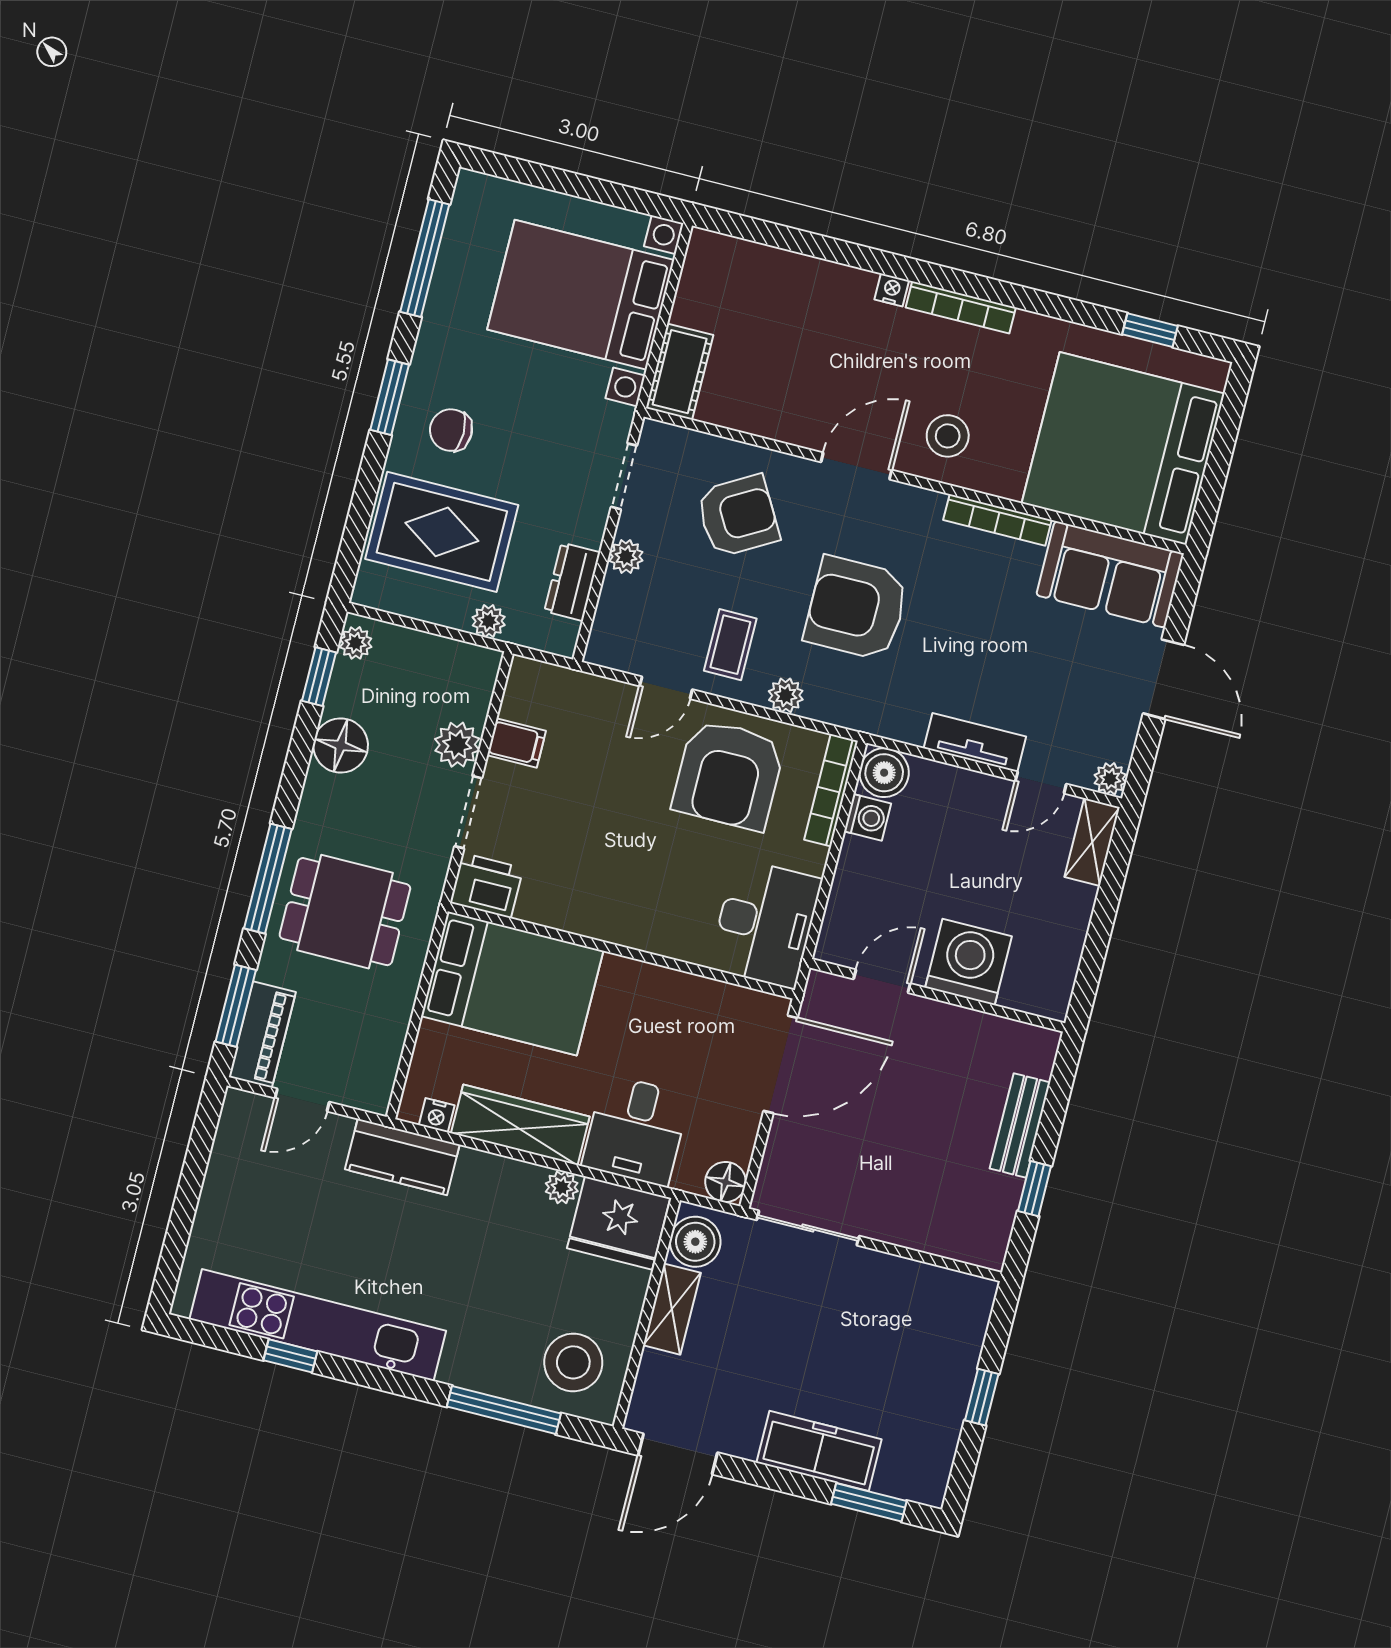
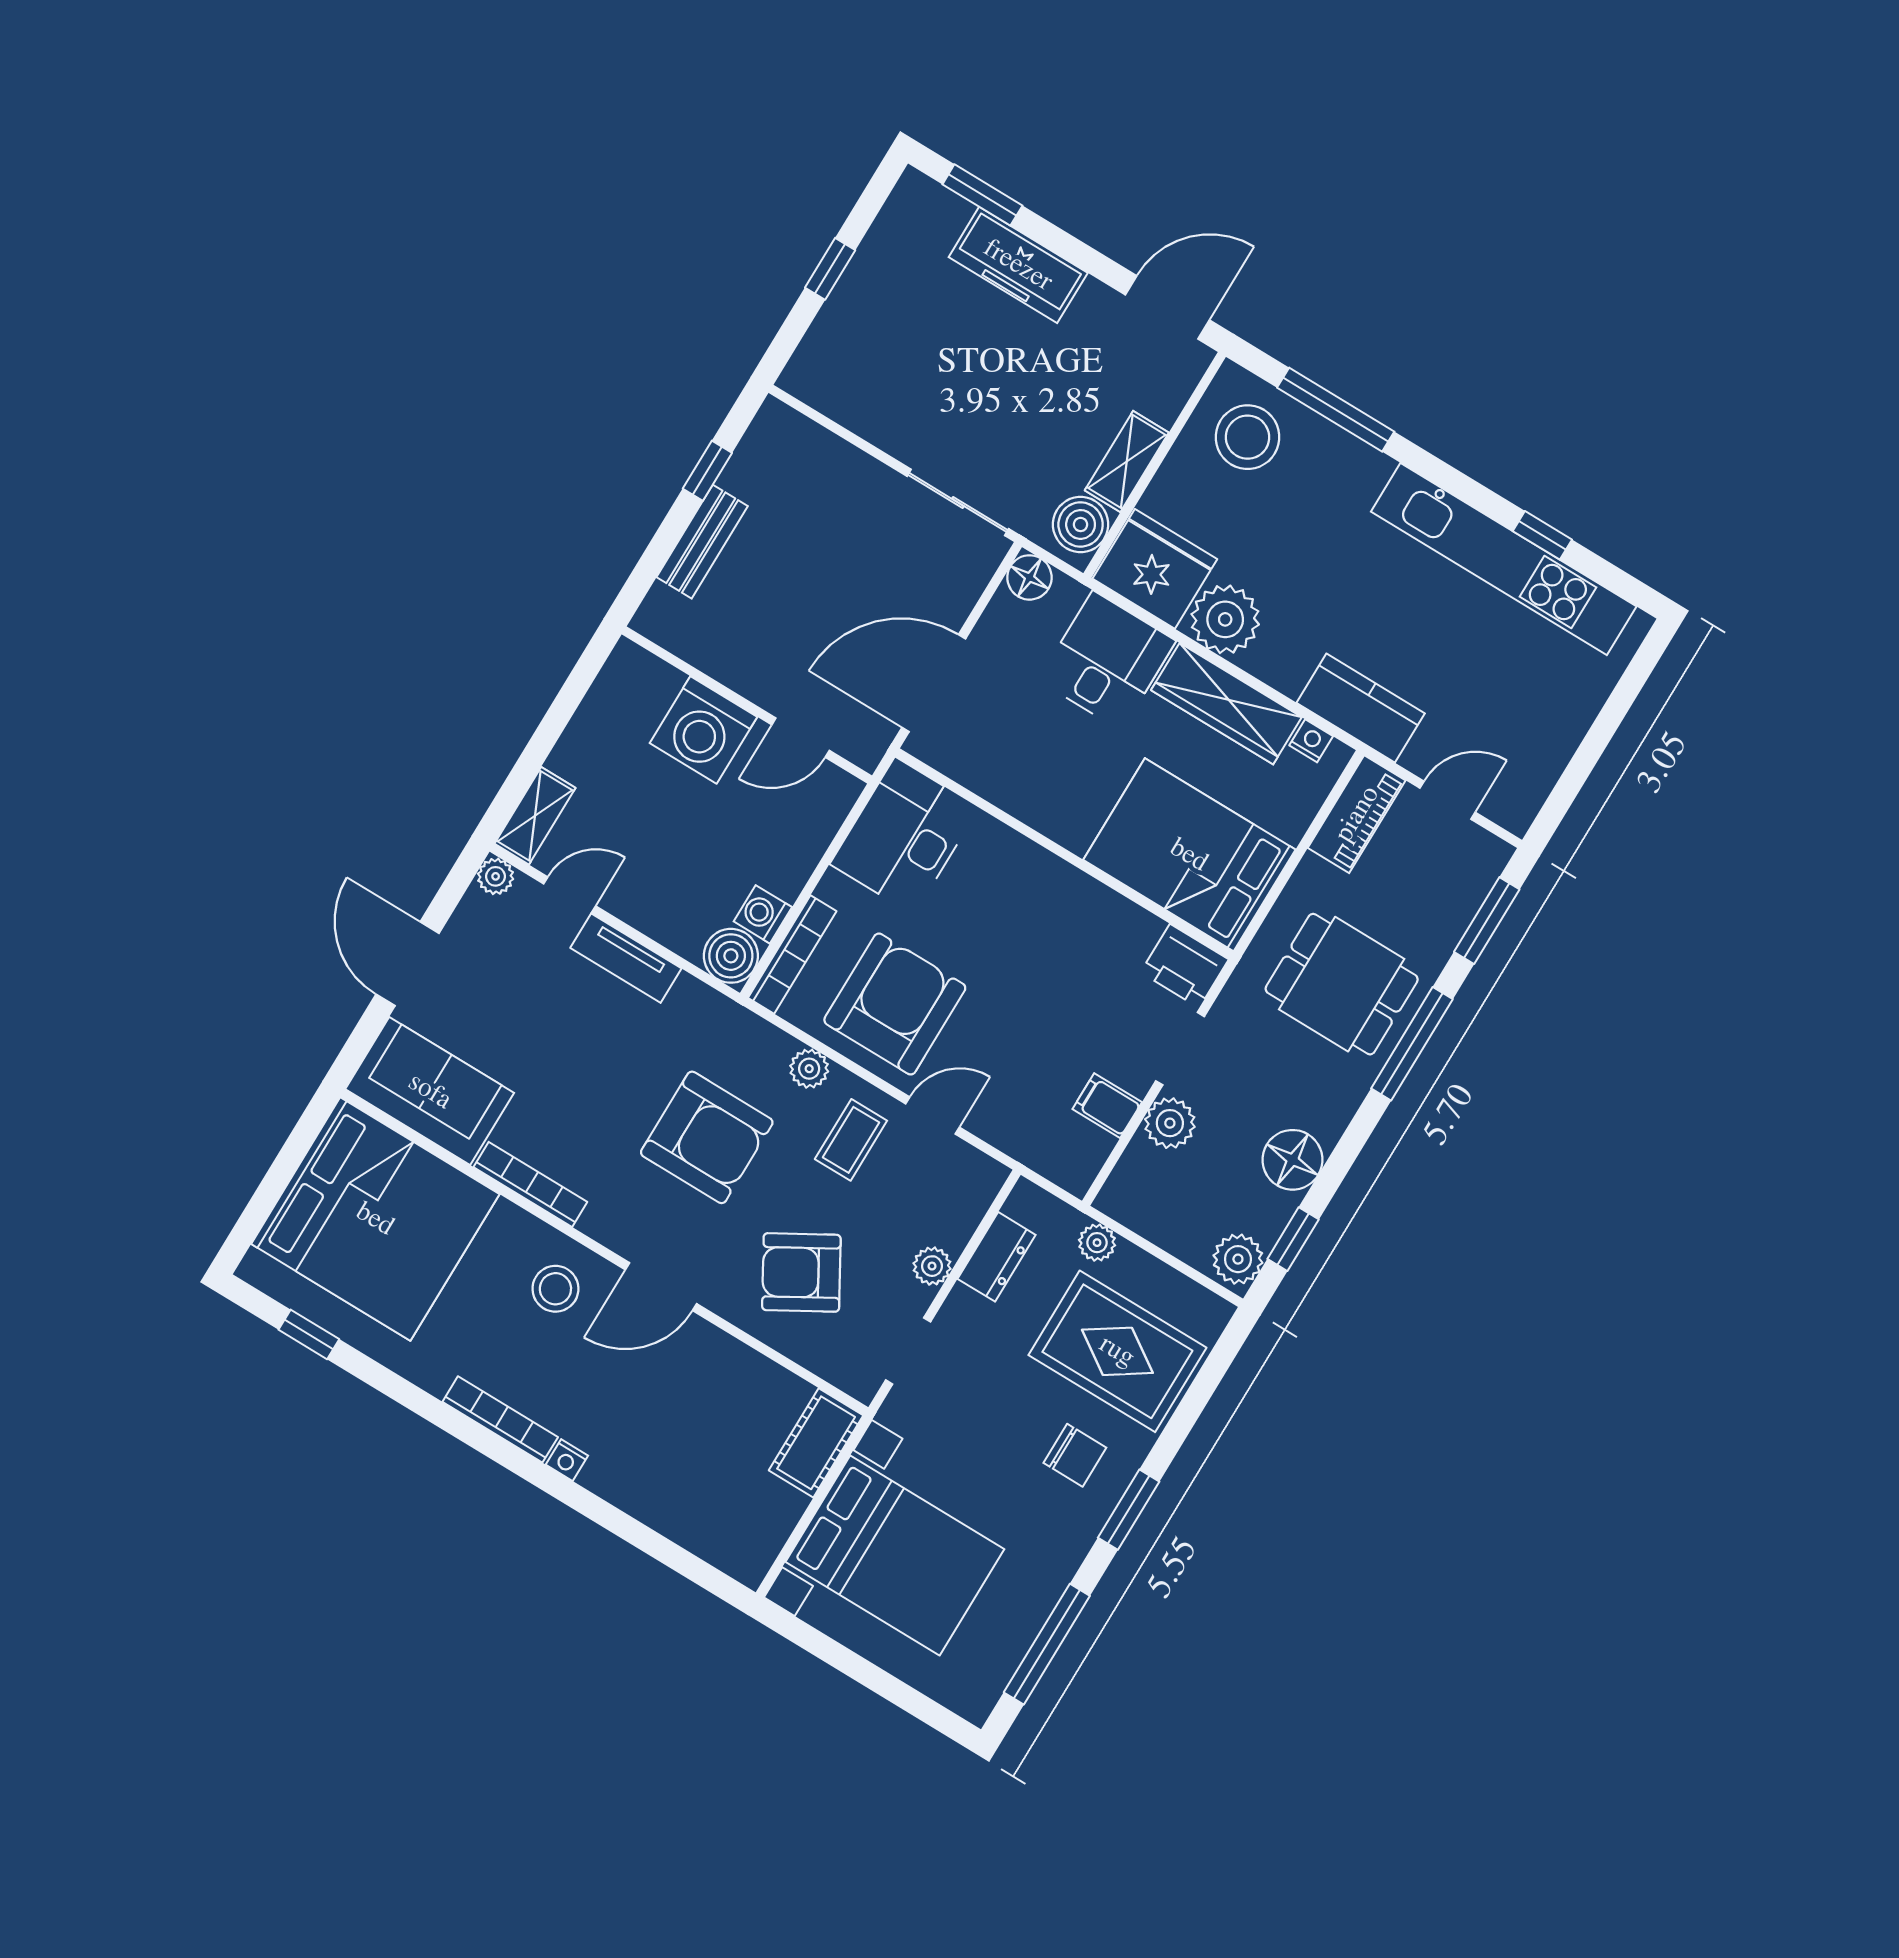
plant: (356, 643) -> (1238, 1259), width x1.38, depth x1.38
piano: (262, 1034) -> (1357, 814), moved, turned 180
plant: (562, 1187) -> (1225, 619), width x1.88, depth x1.88

